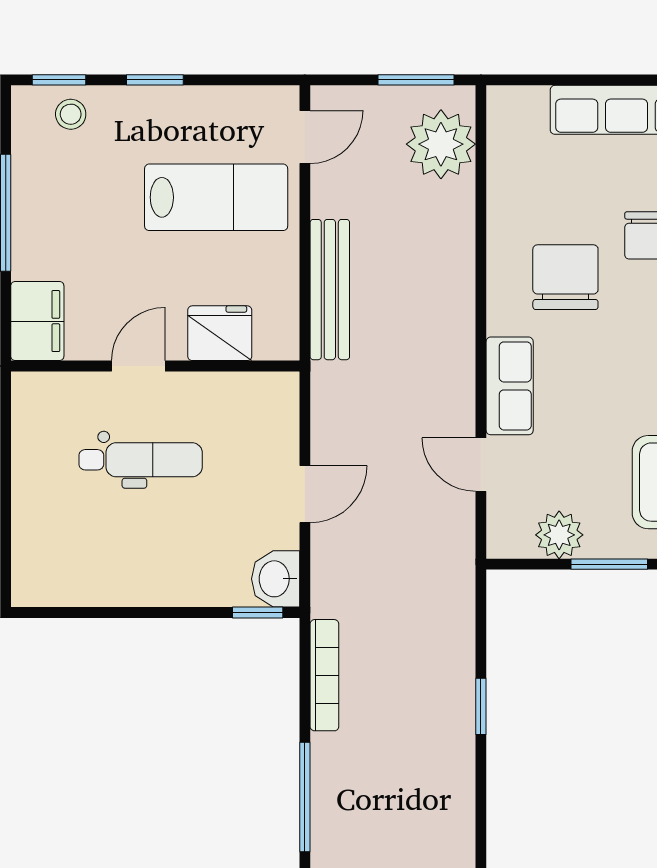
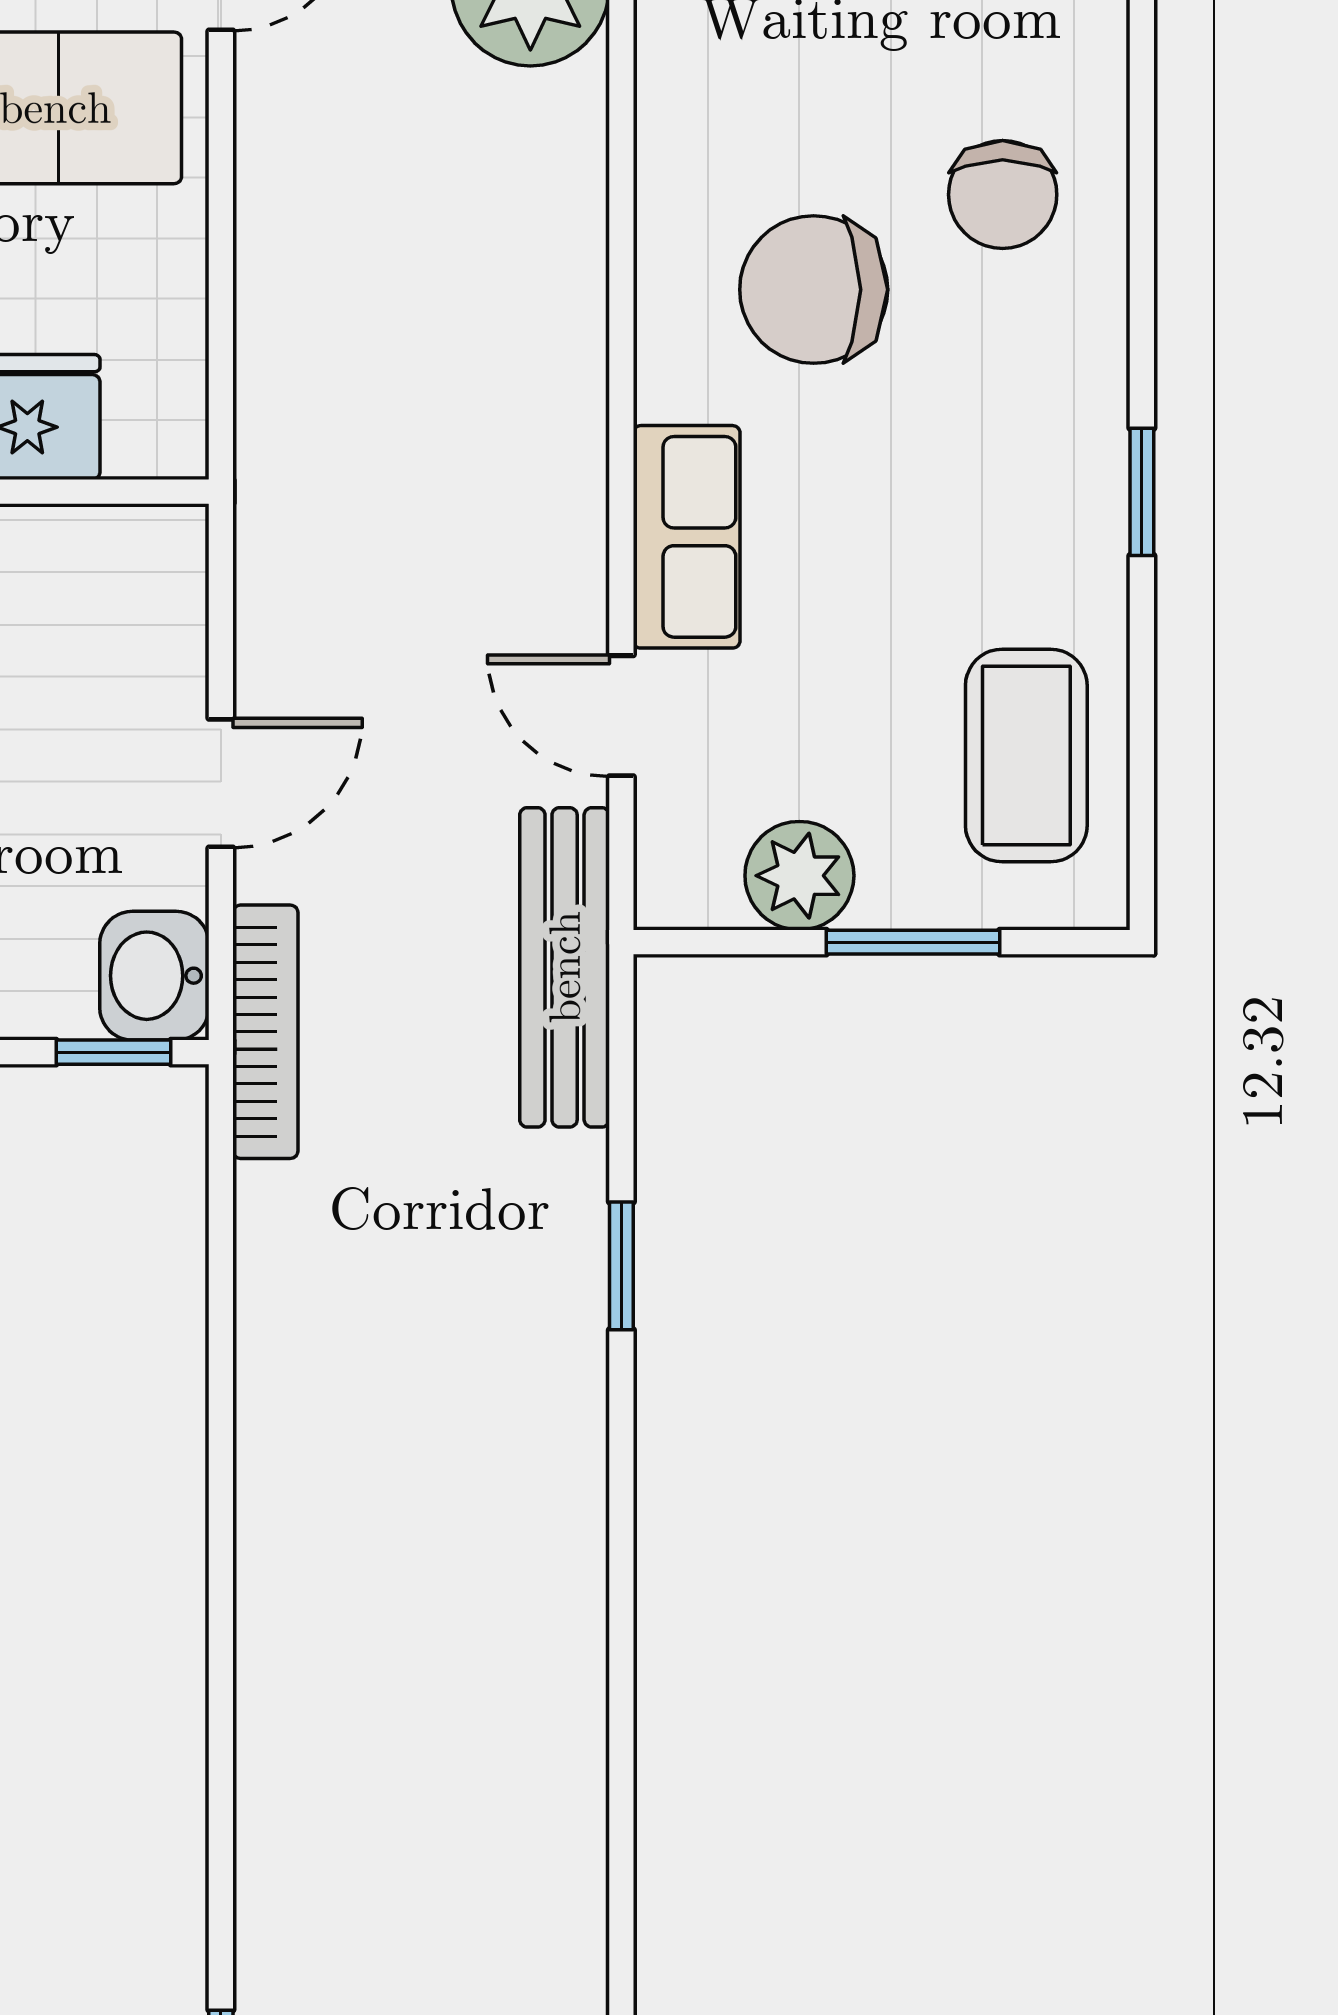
chair: (565, 277) -> (814, 290), turned -90
bench: (330, 290) -> (565, 967), moved
bookcase: (324, 675) -> (265, 1032), moved
window: (305, 797) -> (221, 1472), removed

